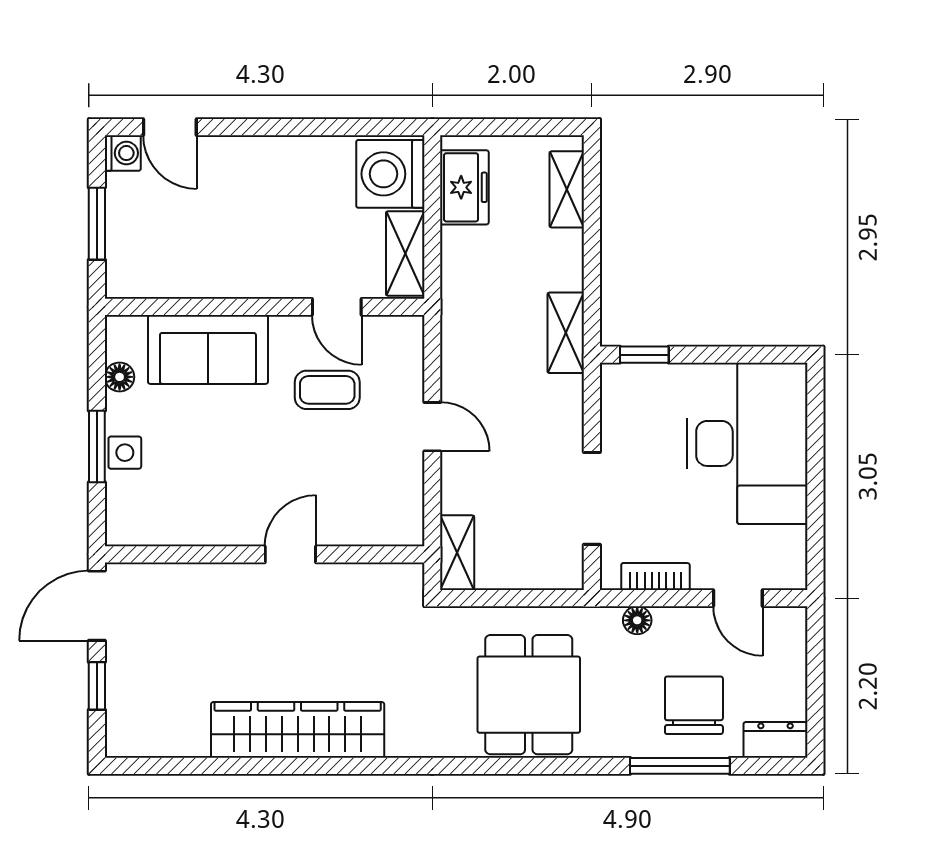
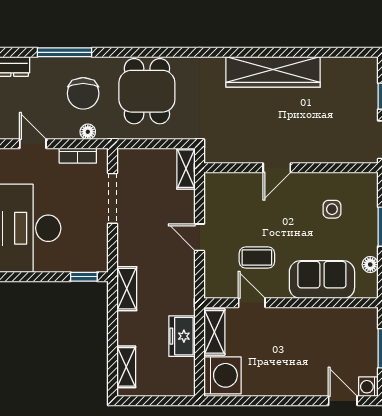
freezer: (464, 187) -> (182, 336), moved
side table: (125, 453) -> (332, 209), moved
chair: (694, 705) -> (83, 93), moved

